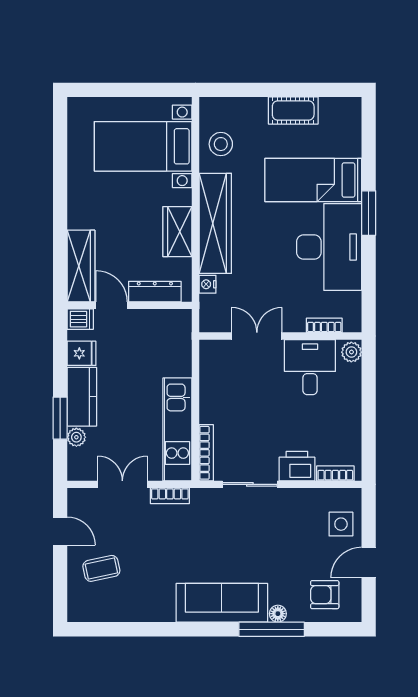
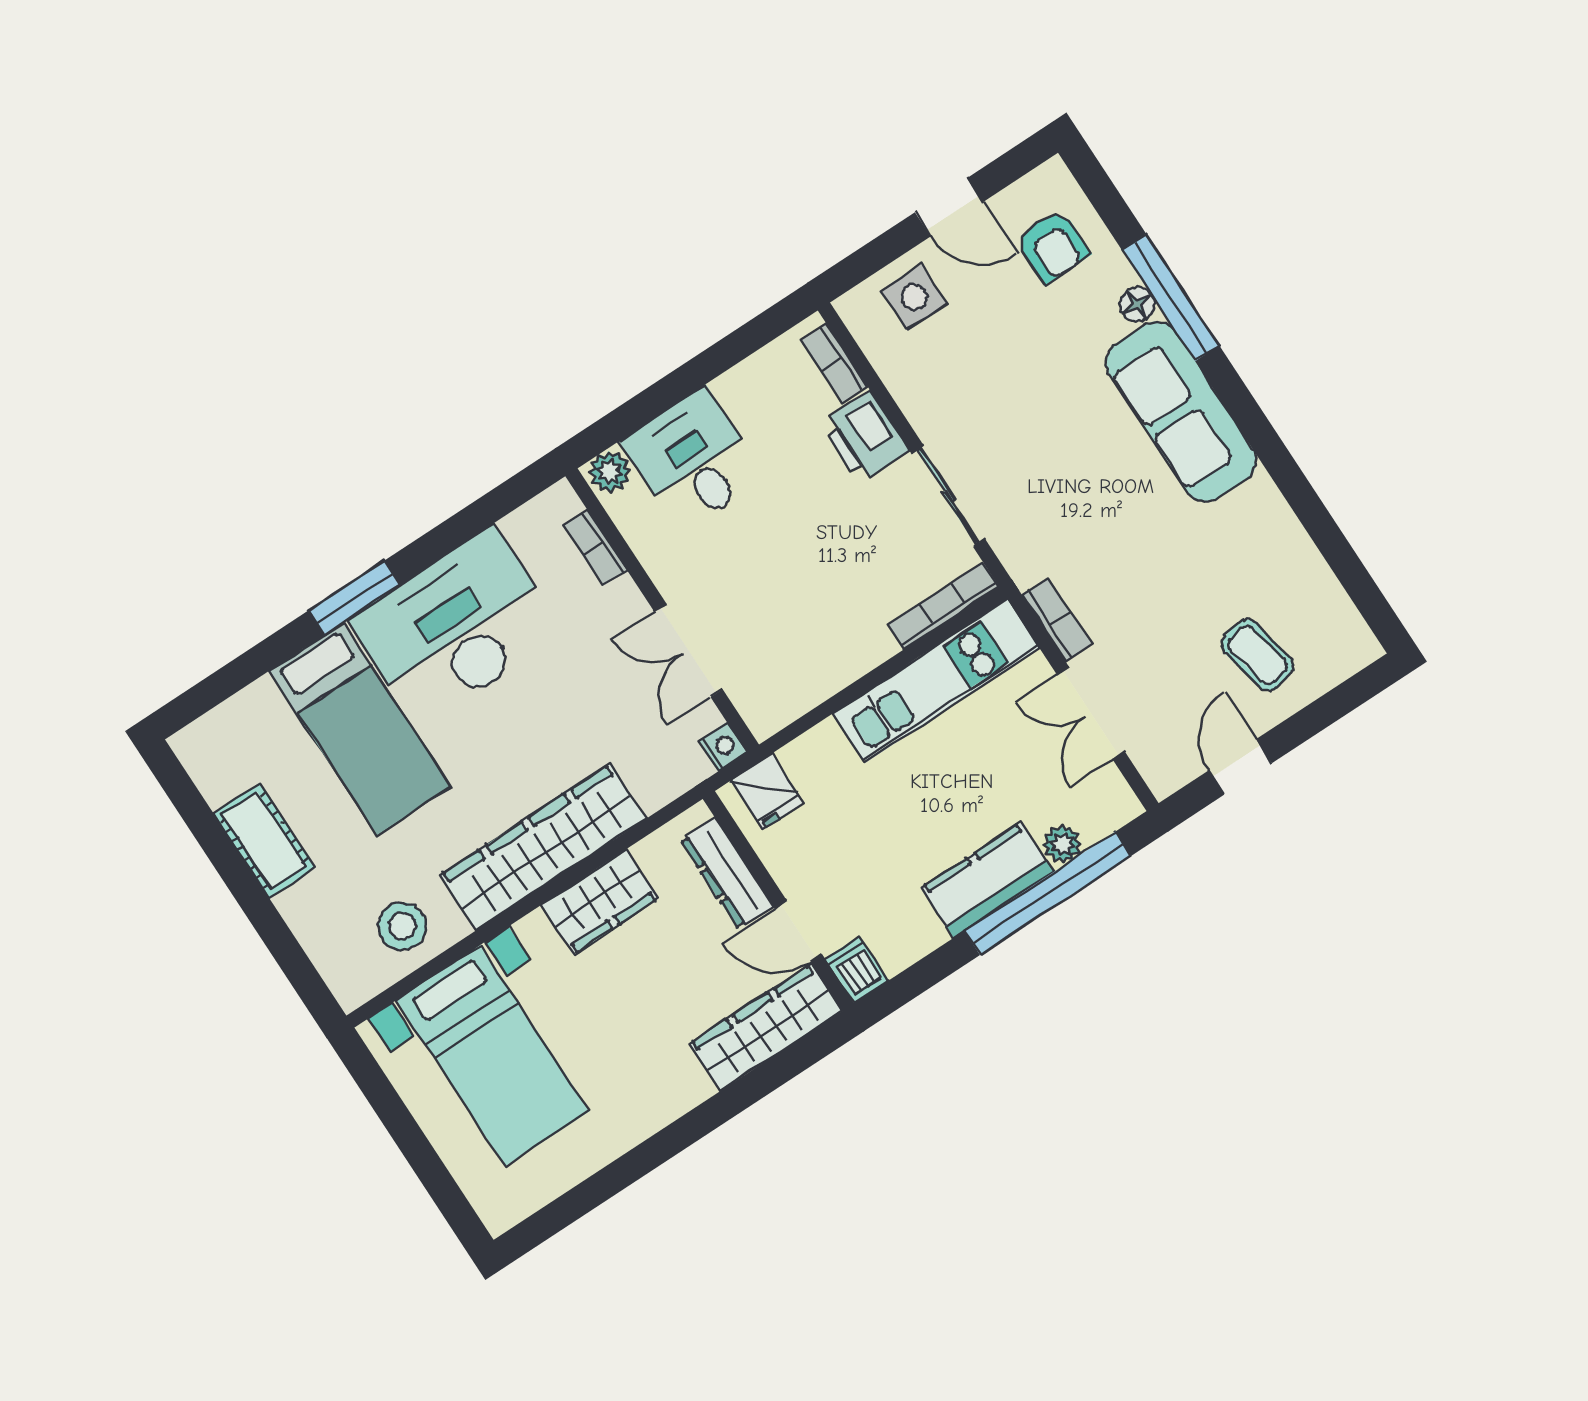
nightstand: (207, 284) -> (723, 747), moved, turned -90
door: (112, 305) -> (799, 932), hinge flipped
fridge: (82, 353) -> (767, 792), moved, turned 180
desk: (310, 367) -> (693, 459), moved, turned 90
window: (60, 418) -> (1048, 893), width x2.11

